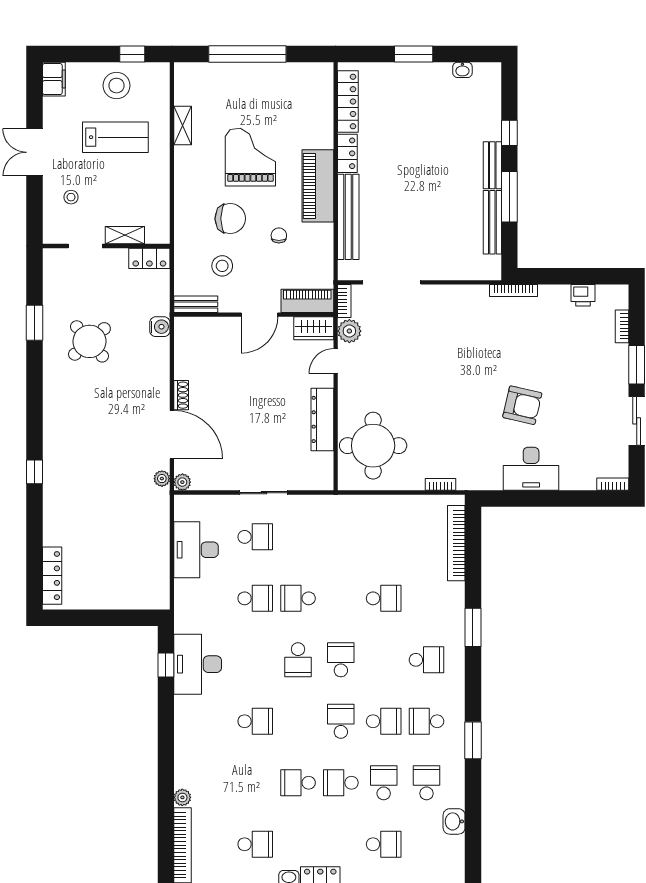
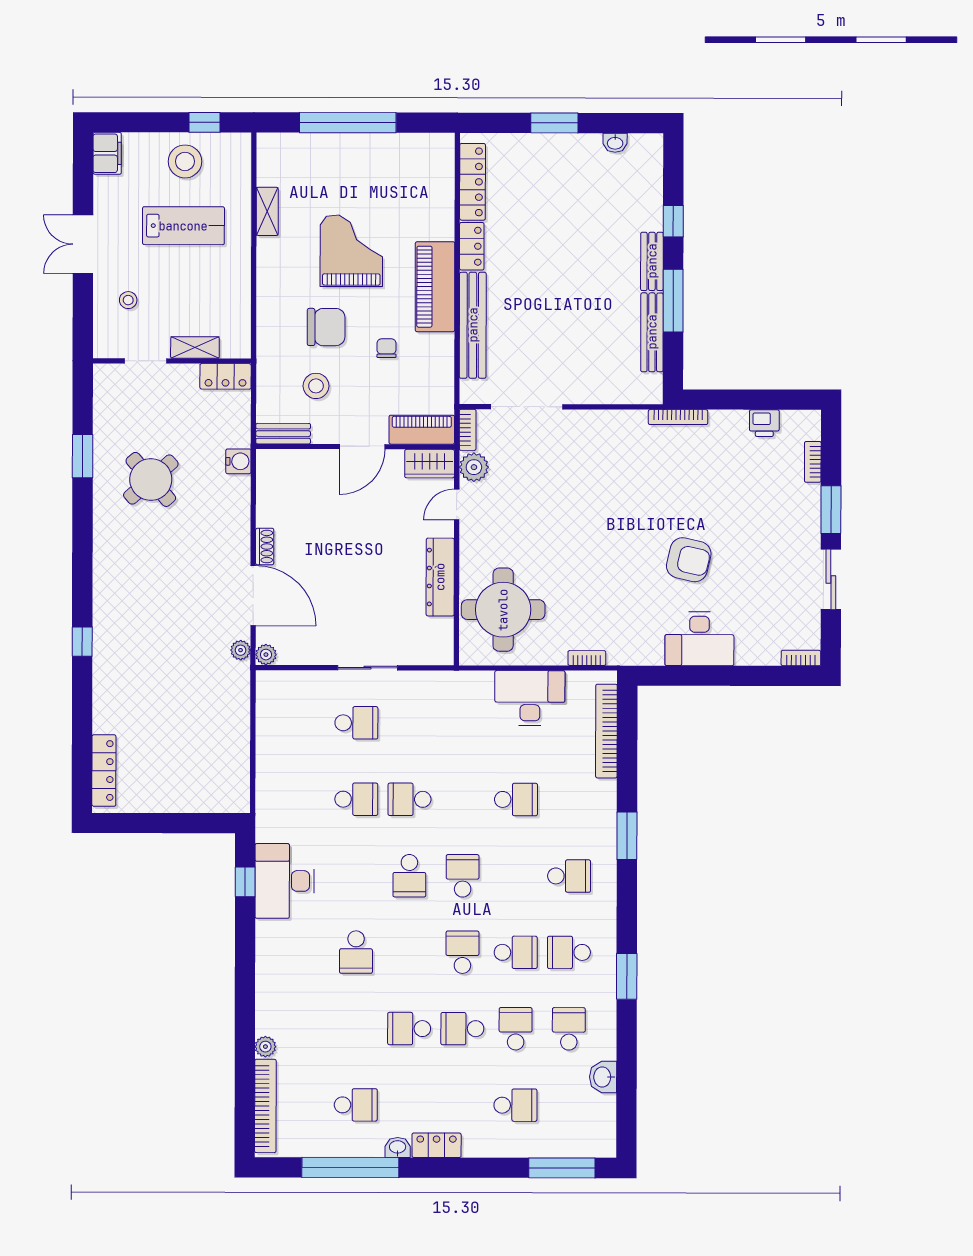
desk: (196, 550) -> (530, 698), moved, turned 90
school desk: (255, 721) -> (356, 952), turned 90

